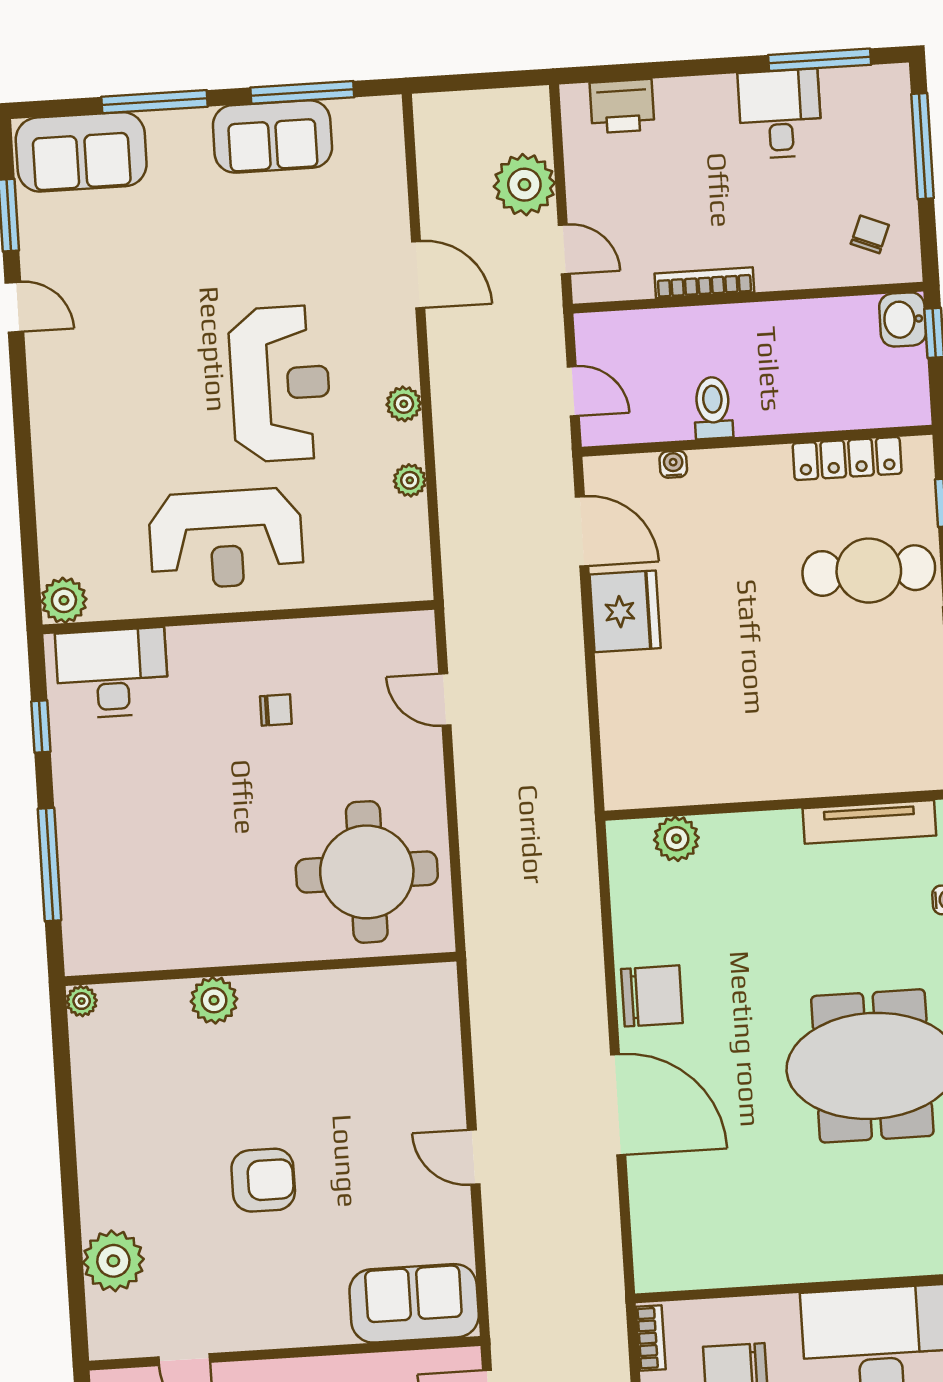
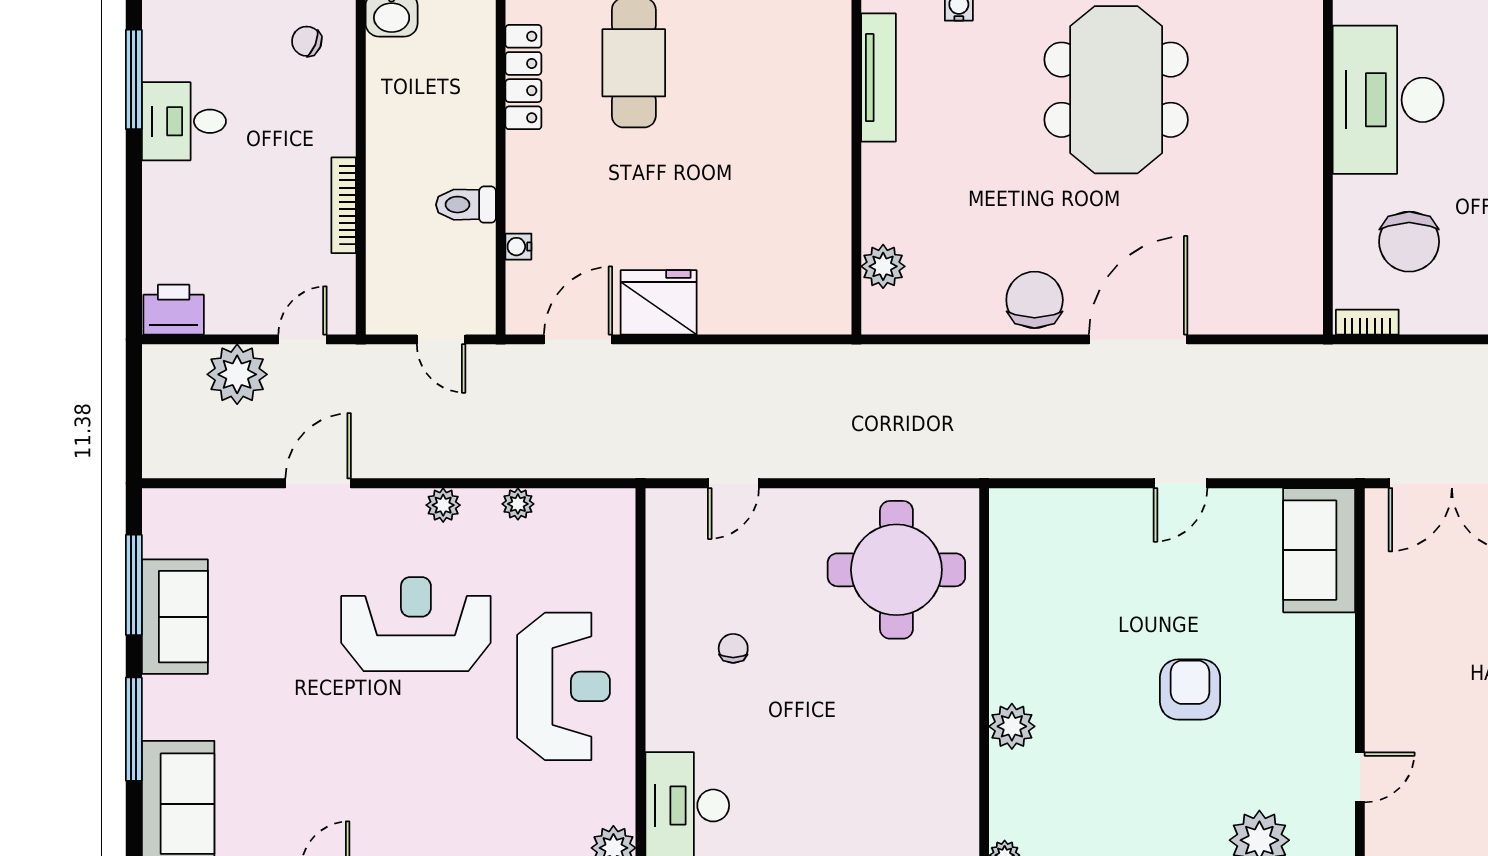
printer: (622, 106) -> (174, 310), moved, turned -90
door: (573, 391) -> (441, 339), swing flipped

